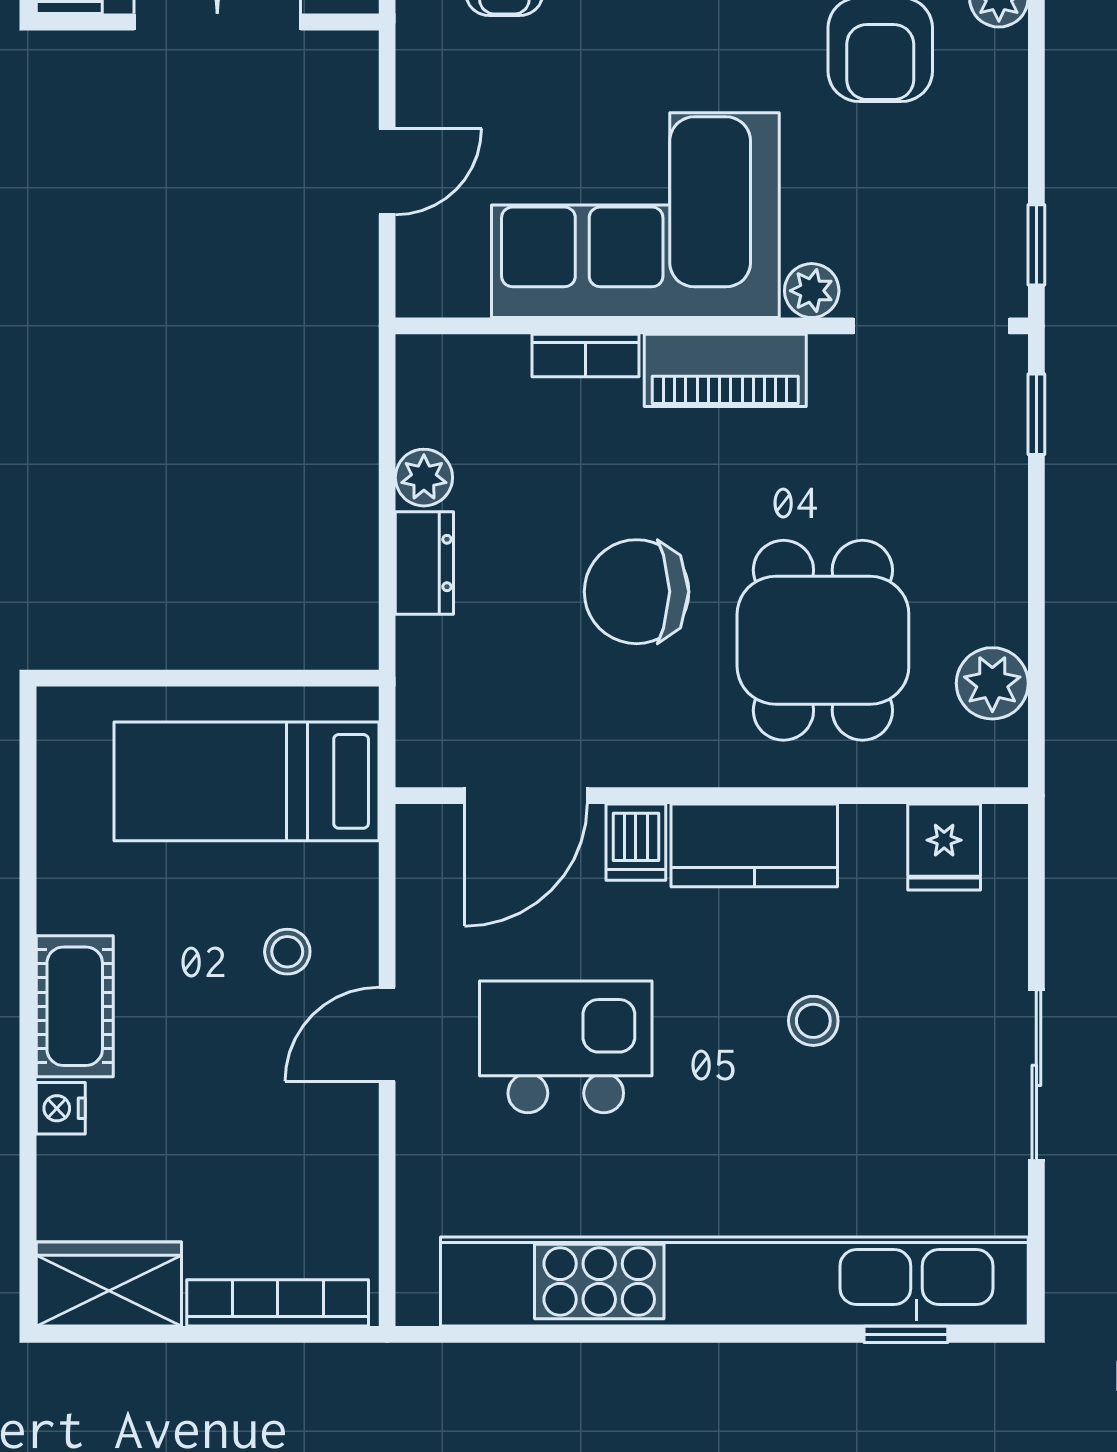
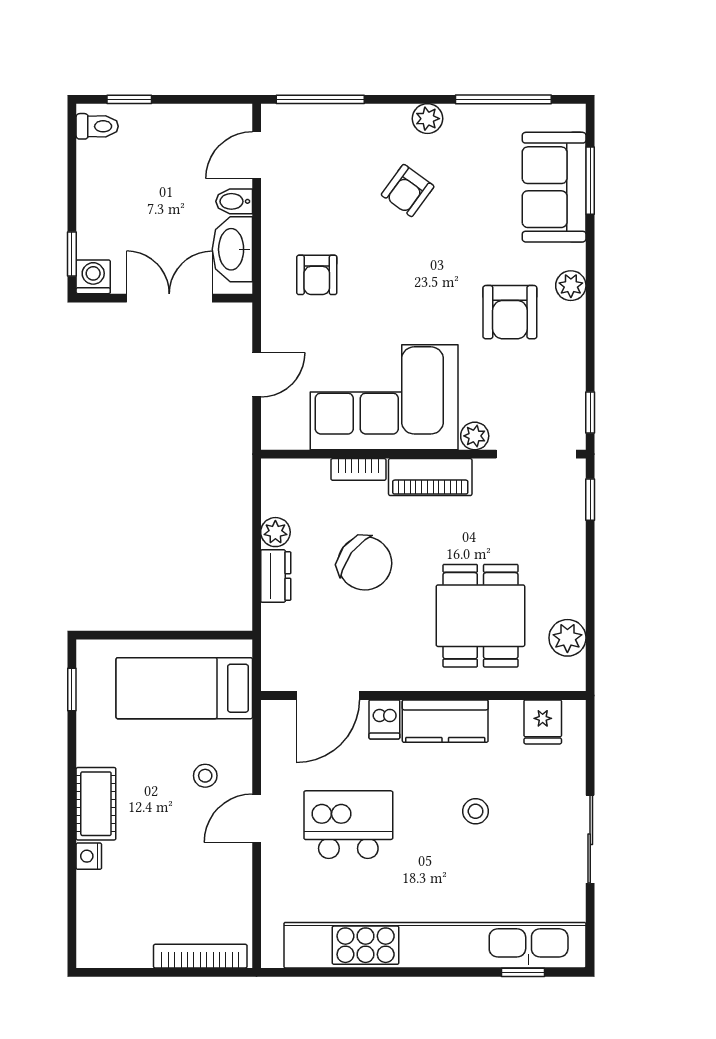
chair: (637, 592) -> (365, 563), moved, turned -143
window: (28, 784) -> (72, 689), added
wardrobe: (109, 1284) -> (114, 946), removed

